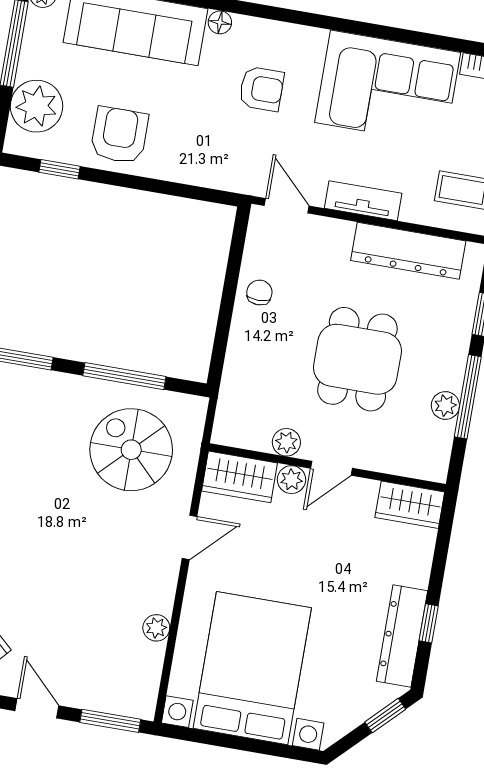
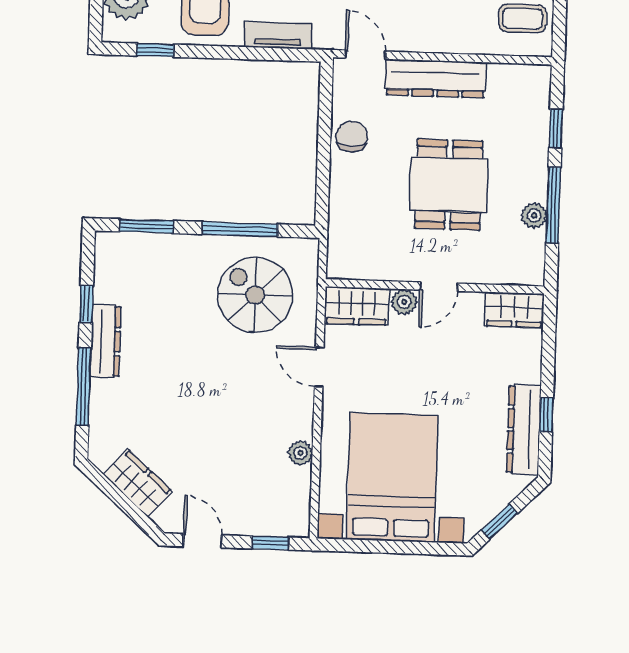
tv unit: (363, 201) -> (278, 35), moved
dresser: (408, 251) -> (436, 79), moved
chair: (259, 293) -> (352, 137), width x1.37, depth x1.37
plant: (286, 442) -> (395, 269), removed
door: (190, 537) -> (319, 367), swing flipped
window: (385, 716) -> (499, 522), moved
window: (110, 721) -> (270, 543), width x0.67

